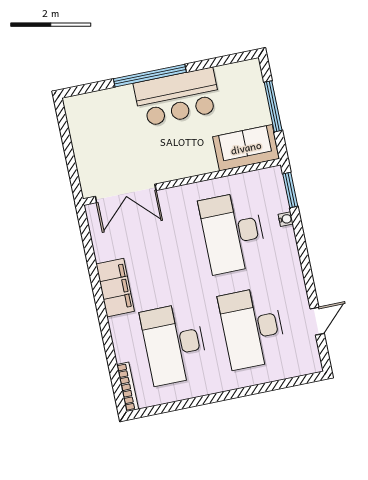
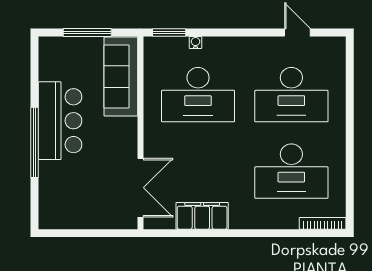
sofa: (246, 148) -> (121, 77), width x1.36
filing cabinet: (115, 288) -> (202, 216), moved

